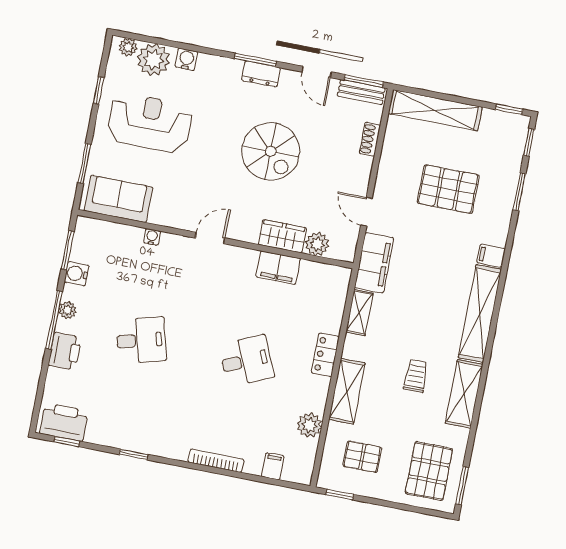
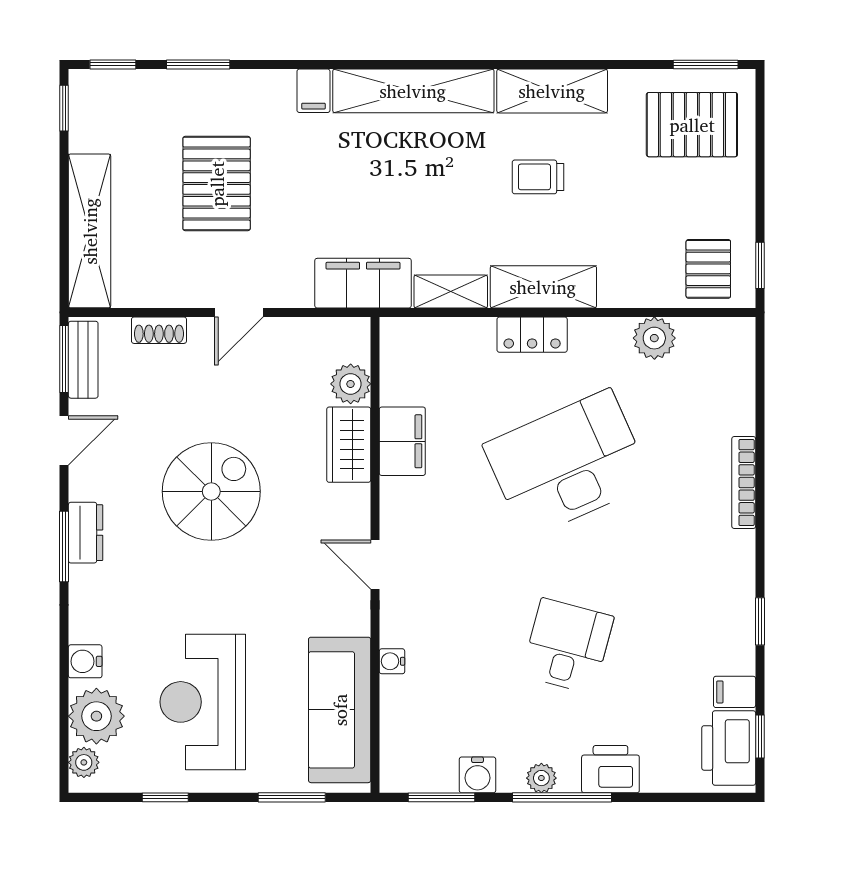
sofa: (119, 199) -> (340, 710), width x1.36
door: (366, 212) -> (239, 312), moved
desk: (141, 340) -> (567, 646), turned 30
desk: (246, 361) -> (567, 464), width x1.87, depth x1.30
shelving: (347, 391) -> (543, 287), moved
pallet: (362, 457) -> (708, 269), moved
filing cabinet: (273, 466) -> (735, 692), moved

